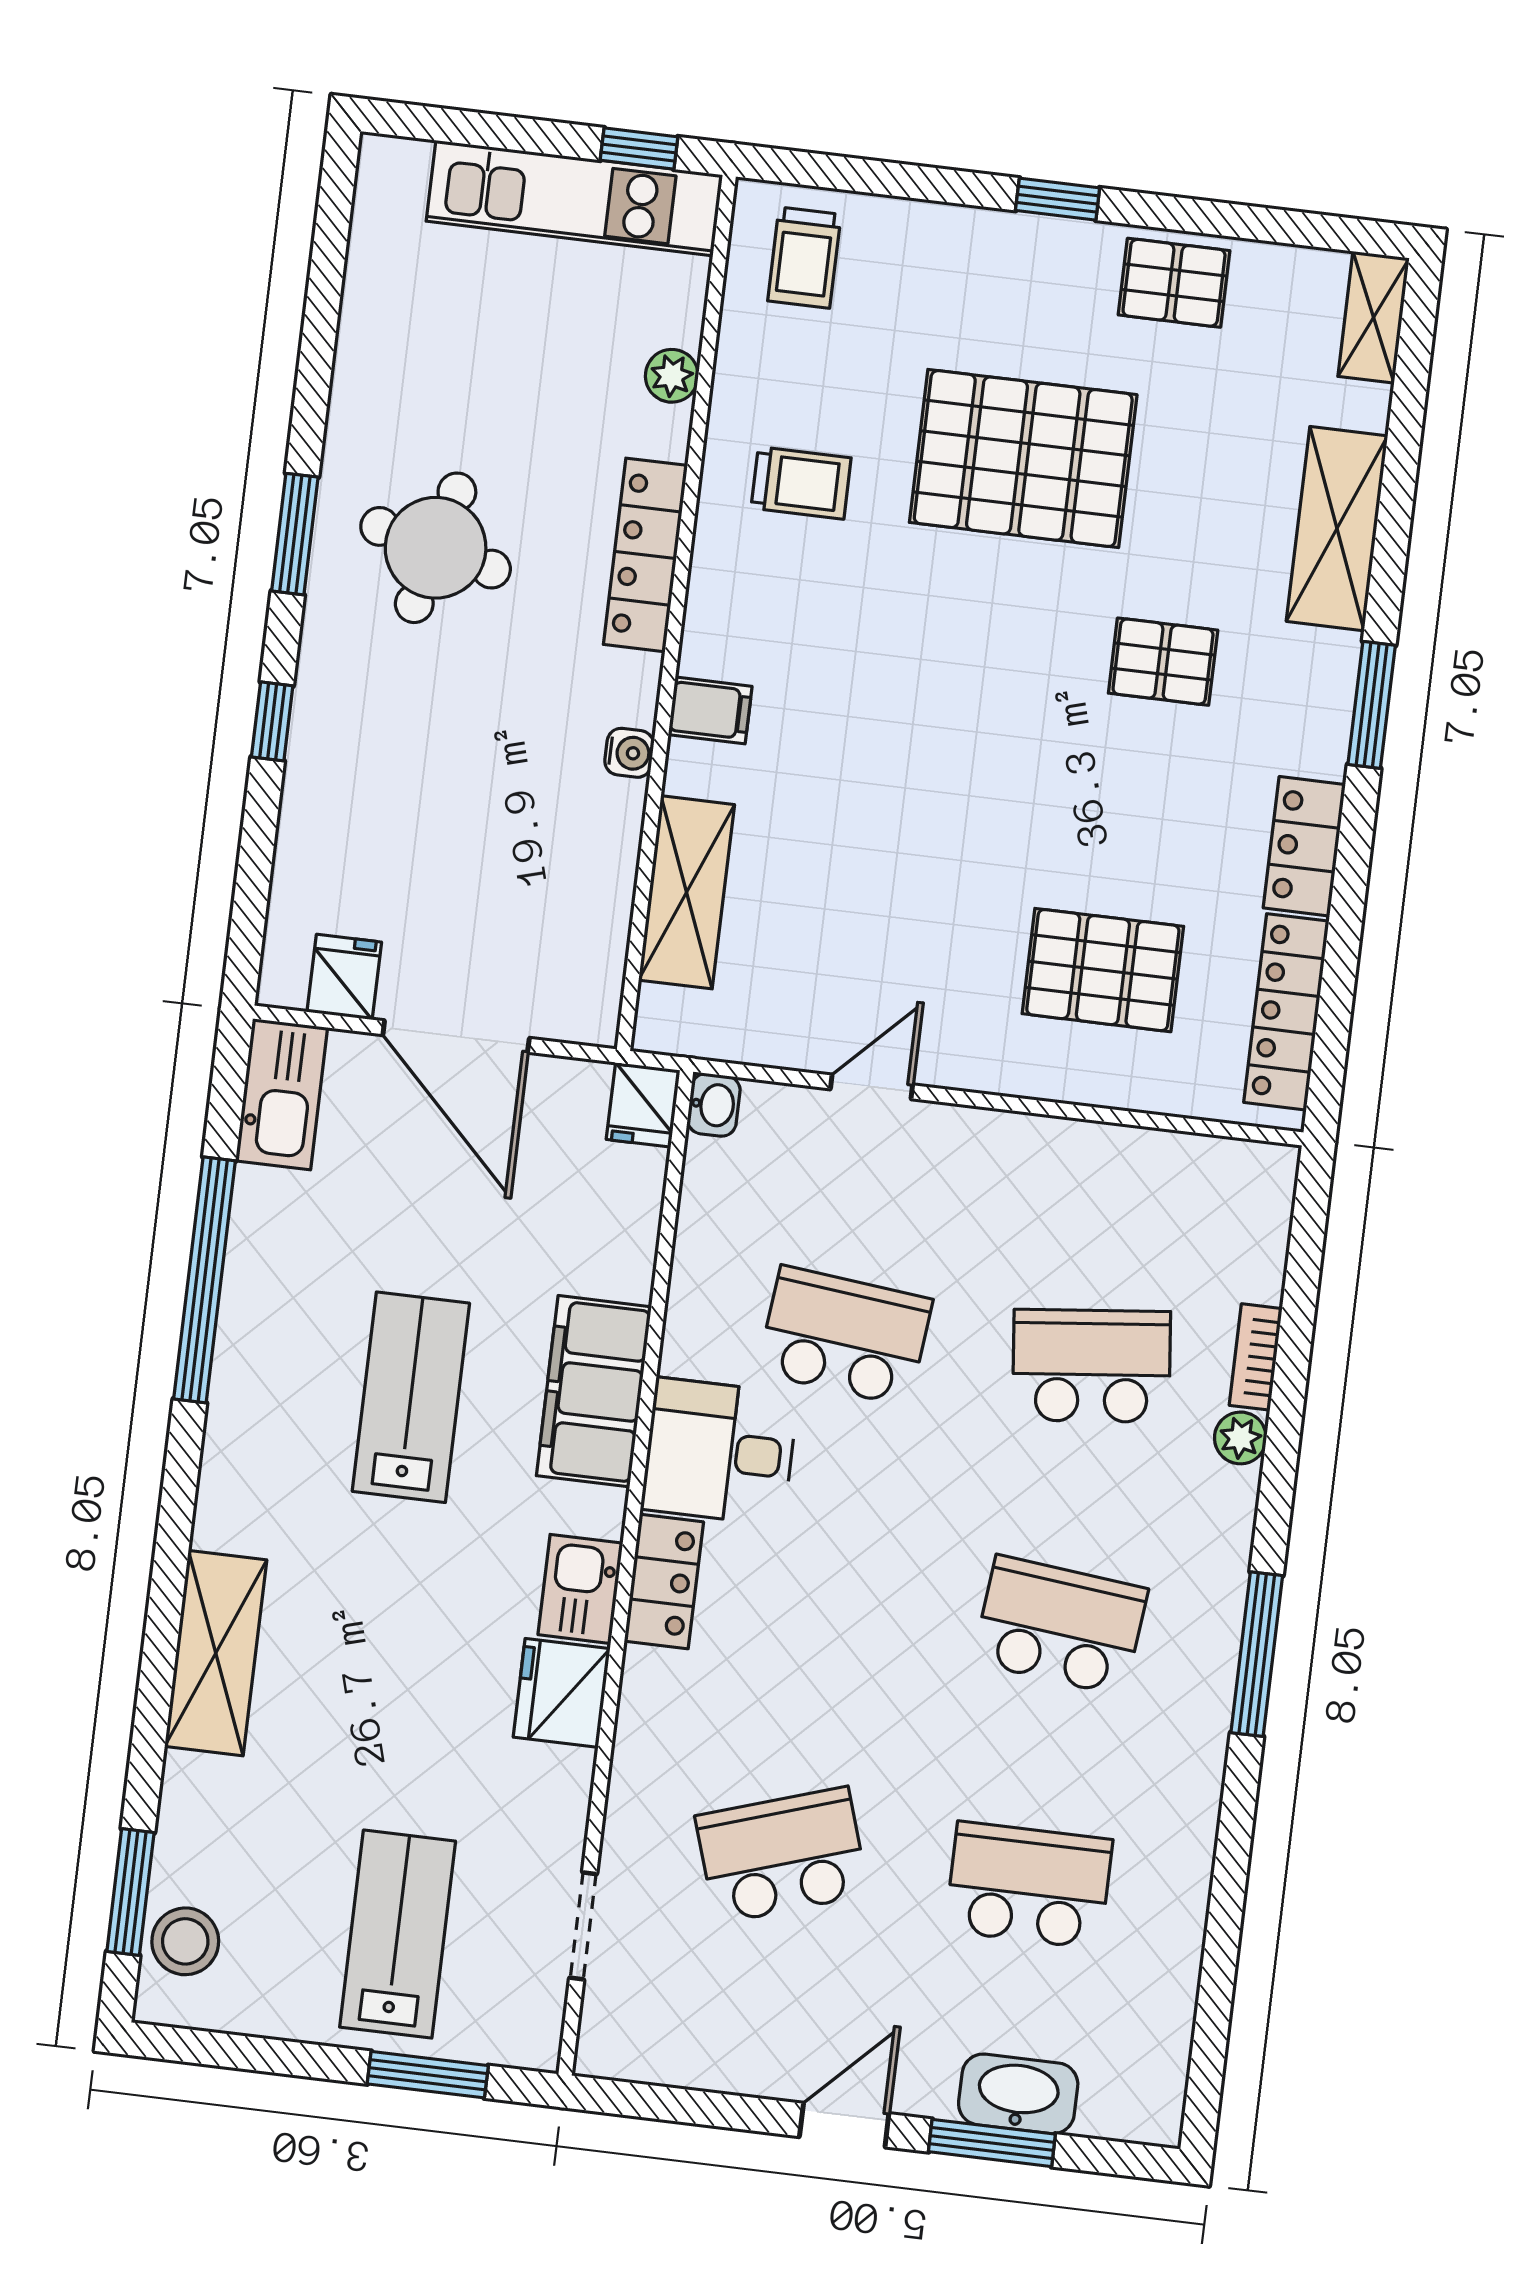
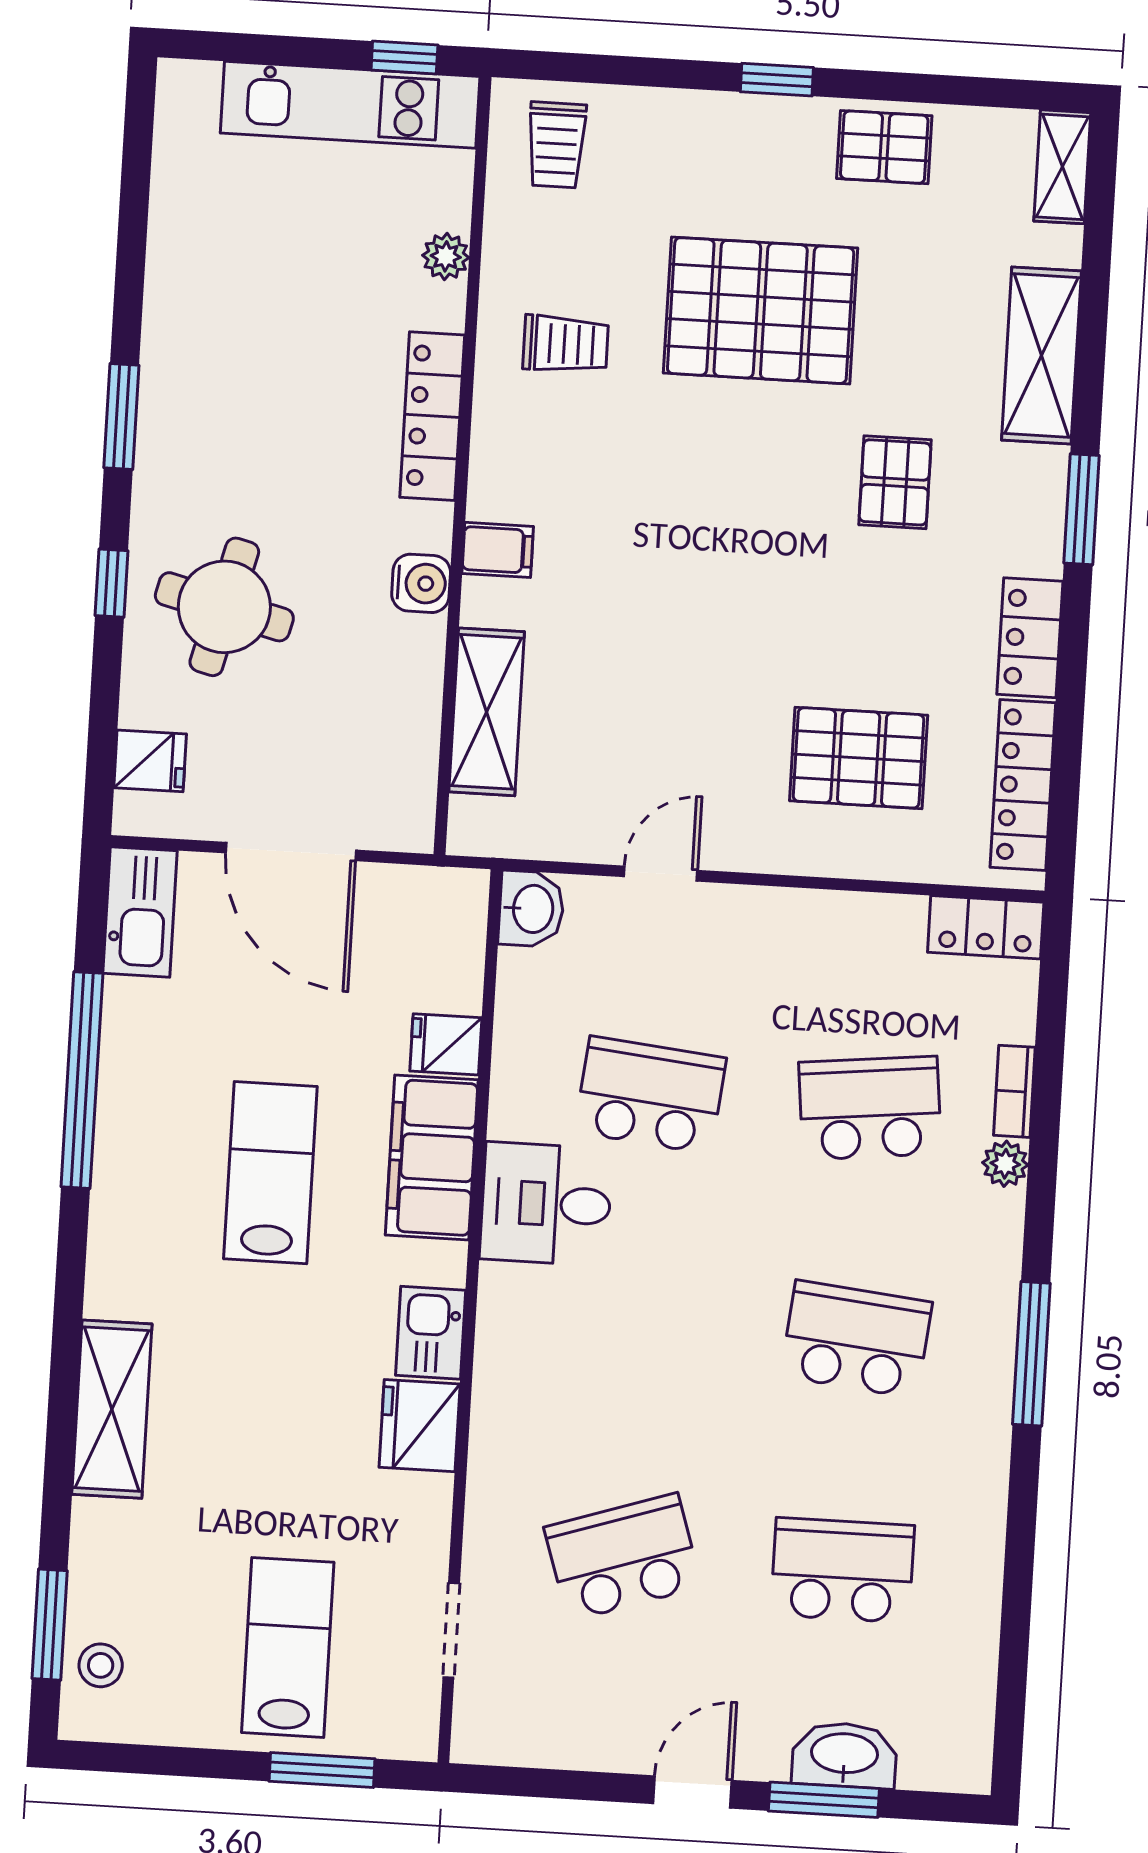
round table: (436, 548) -> (224, 607), moved
pallet: (1163, 662) -> (895, 482), turned 90
water cooler: (629, 753) -> (421, 583), width x1.38, depth x1.38
fridge: (344, 977) -> (150, 761), moved, turned 90
fridge: (643, 1105) -> (446, 1044), moved, turned 90
washbasin: (714, 1105) -> (531, 909), width x1.38, depth x1.45
locker: (664, 1582) -> (986, 927), moved, turned 90
stool: (185, 1941) -> (101, 1665), width x0.73, depth x0.73

